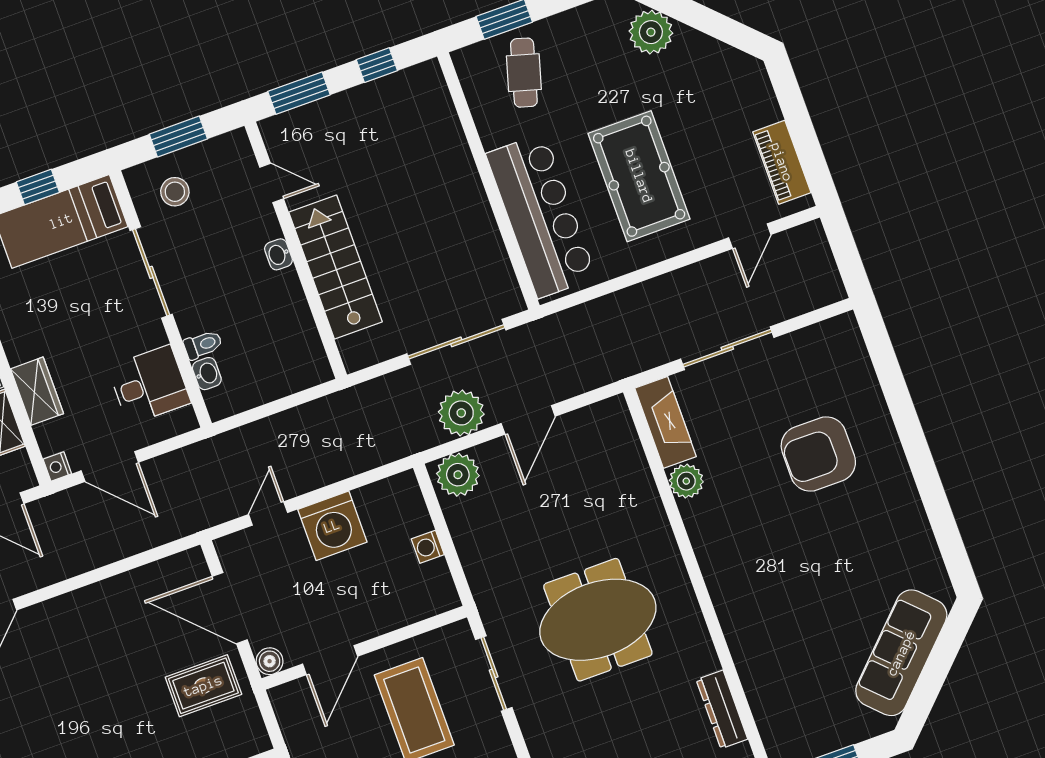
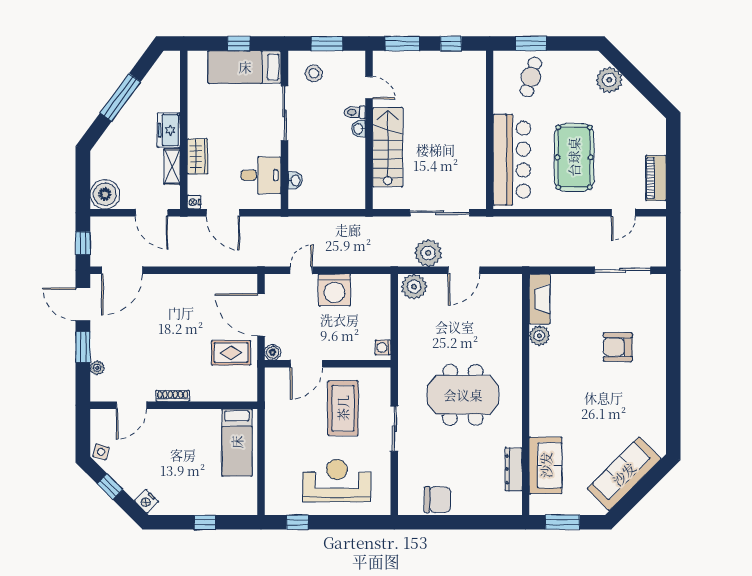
toilet: (203, 345) -> (355, 112), moved, turned 180
sliding door: (727, 348) -> (623, 270), moved
armchair: (818, 454) -> (618, 347), width x0.73, depth x0.73
washing machine: (428, 547) -> (383, 347), moved
sliding door: (494, 673) -> (394, 429), moved
sofa: (771, 685) -> (546, 465), added

